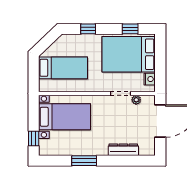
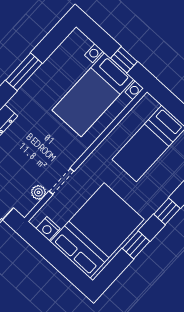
window: (130, 29) -> (136, 245), moved
window: (34, 138) -> (124, 60), moved

